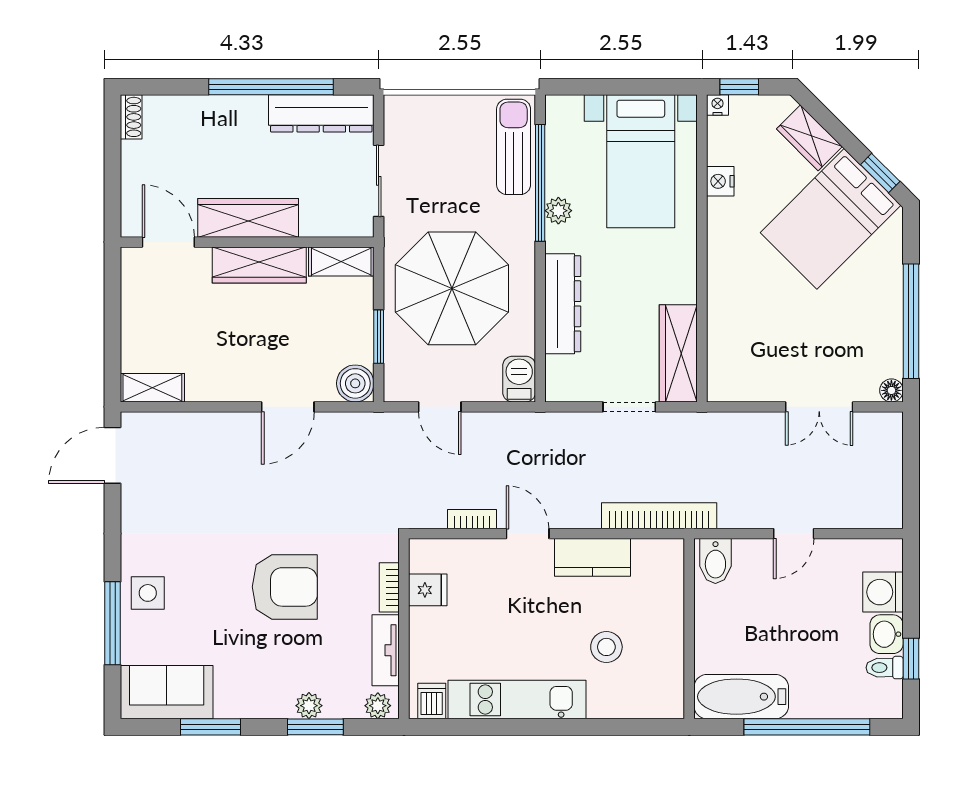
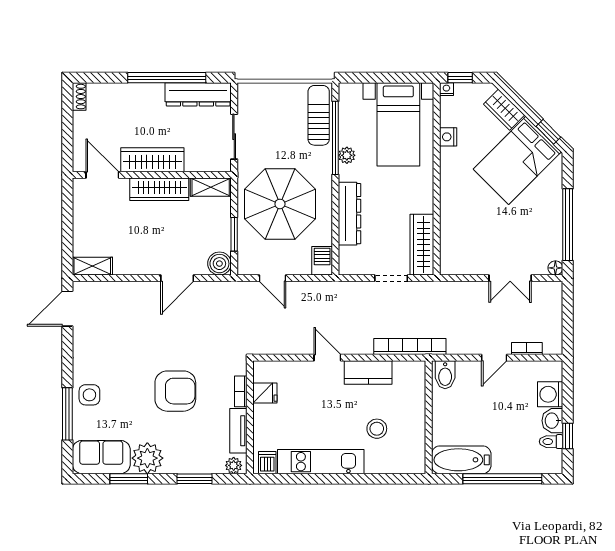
bookcase: (472, 519) -> (527, 349), moved
plant: (309, 706) -> (147, 458), moved, width x1.88, depth x1.88

